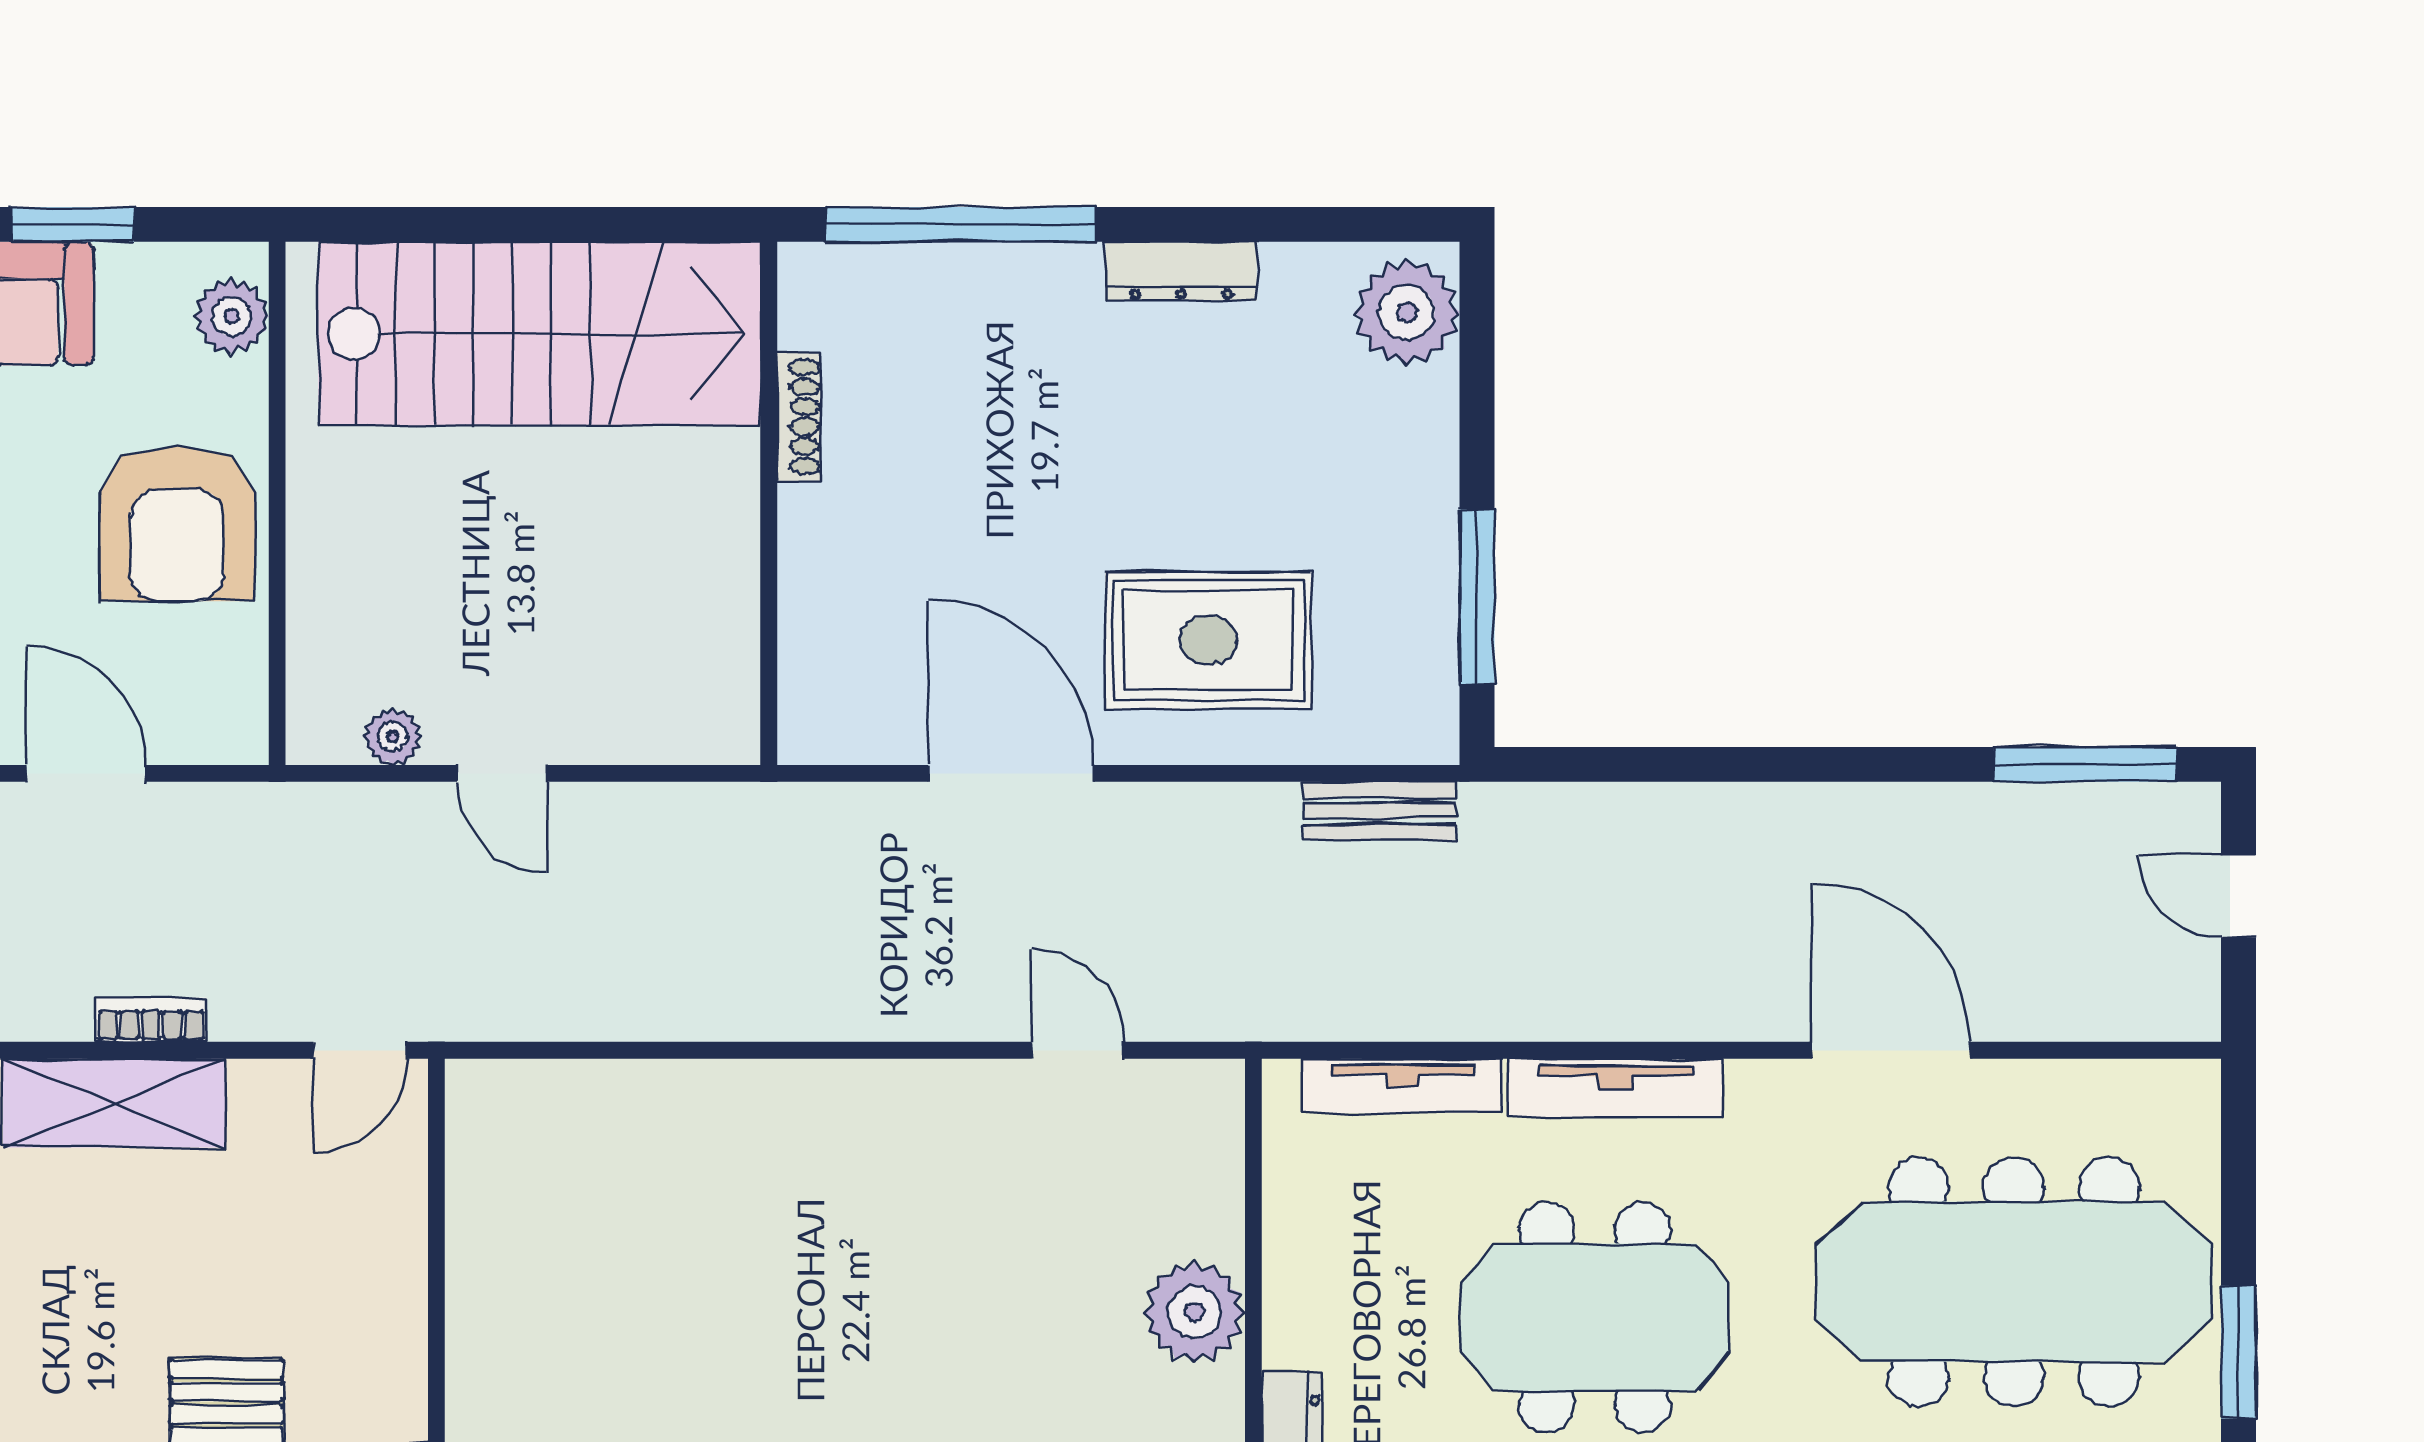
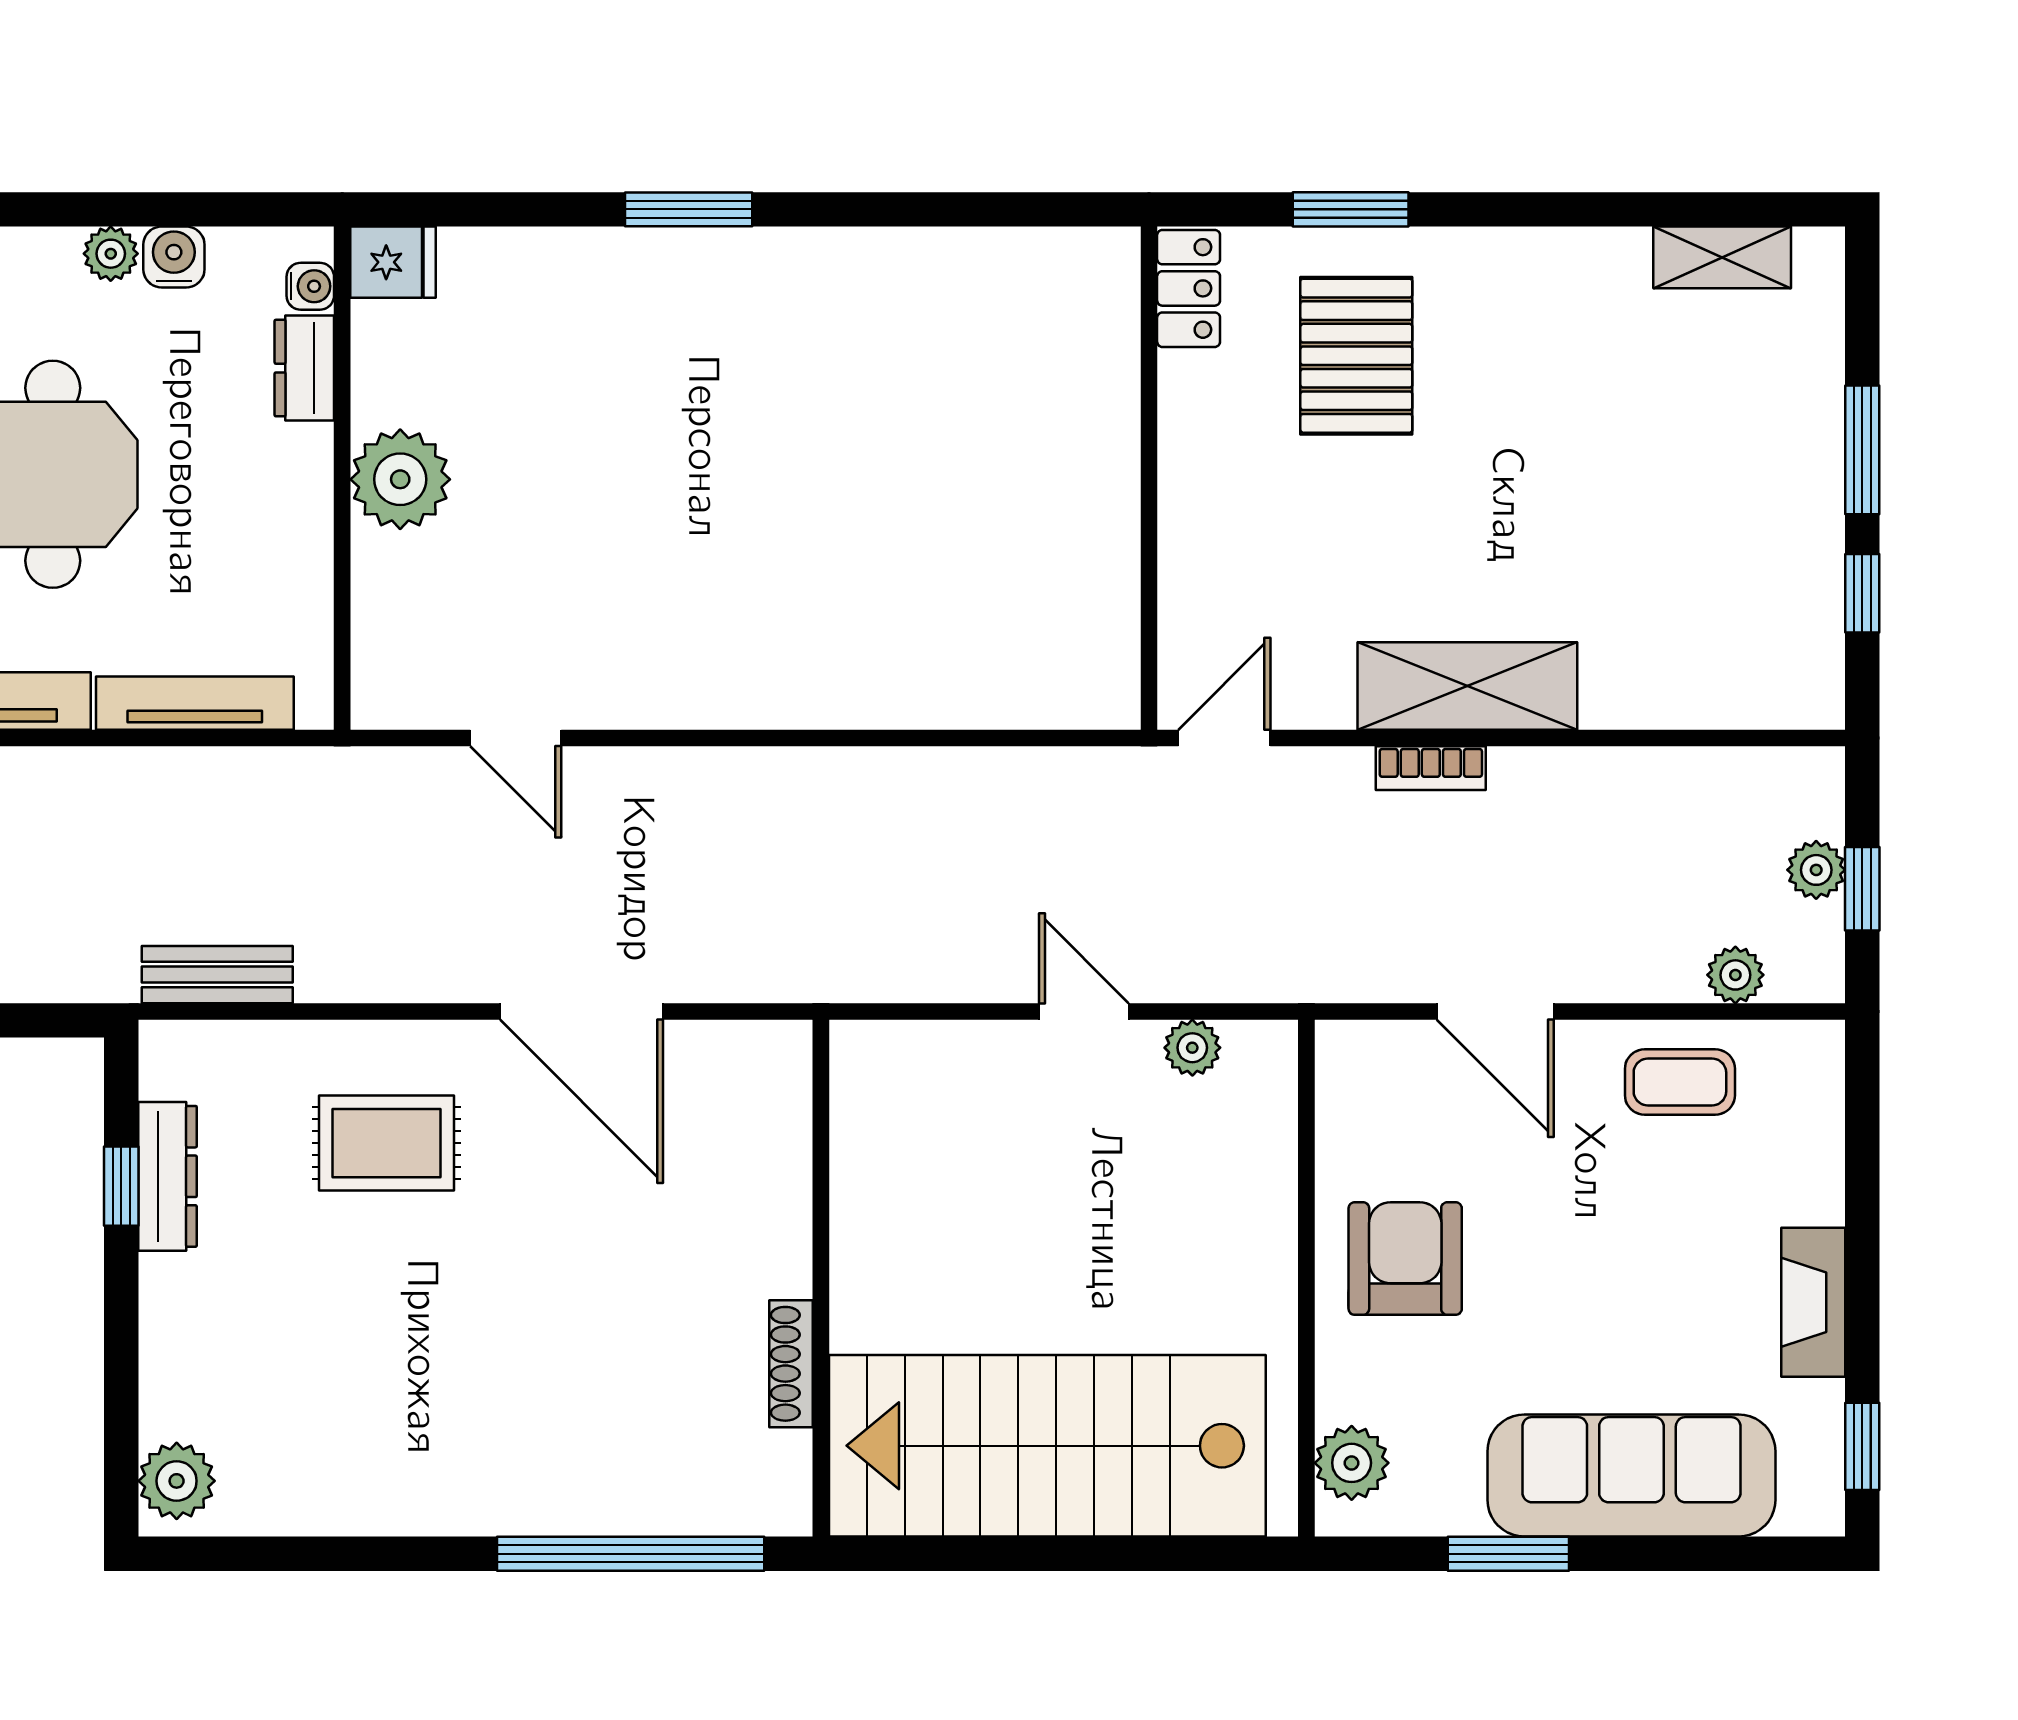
dresser: (1181, 271) -> (168, 1176), moved, turned 90
plant: (1407, 312) -> (177, 1481), width x0.73, depth x0.73
armchair: (177, 523) -> (1405, 1259), width x0.73, depth x0.73
window: (1477, 597) -> (121, 1186), width x0.46
rug: (1208, 640) -> (386, 1143), width x0.73, depth x0.70

